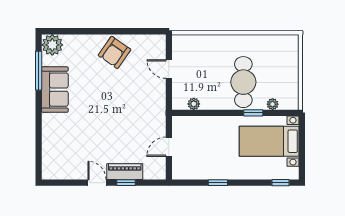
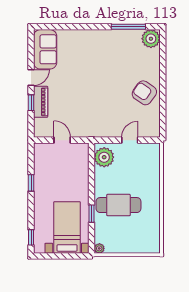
sofa: (55, 90) -> (45, 49), moved, turned -90
plant: (194, 104) -> (104, 157), width x1.88, depth x1.88
plant: (273, 104) -> (99, 248), moved

